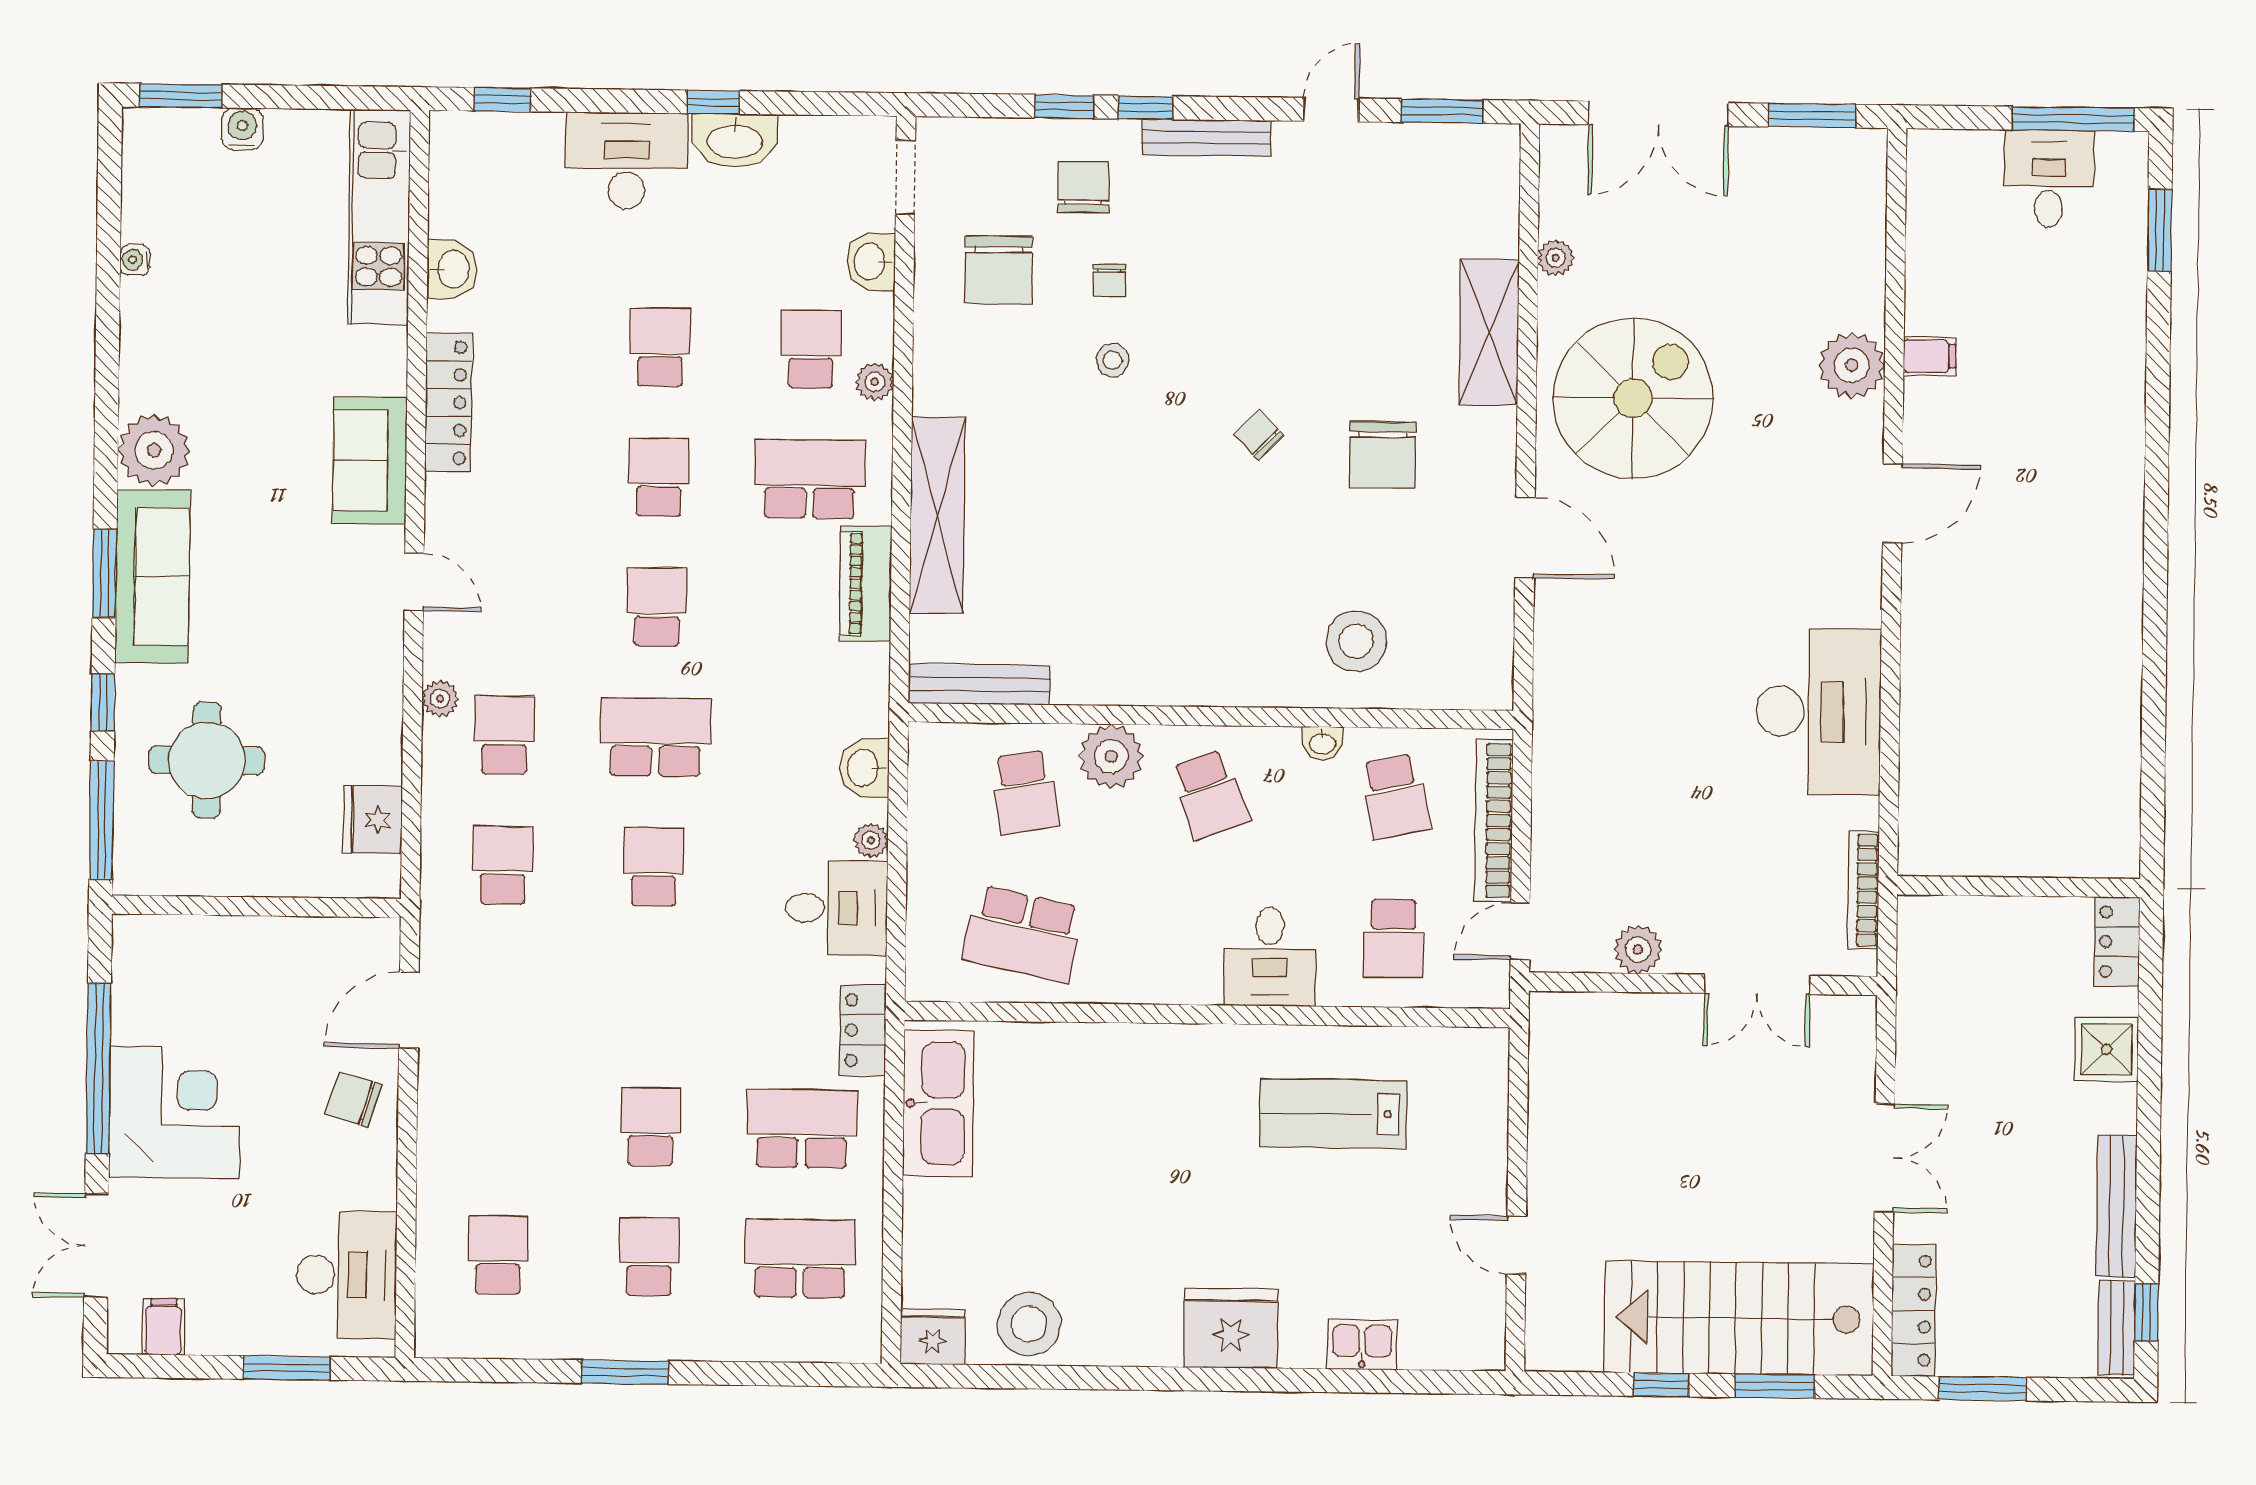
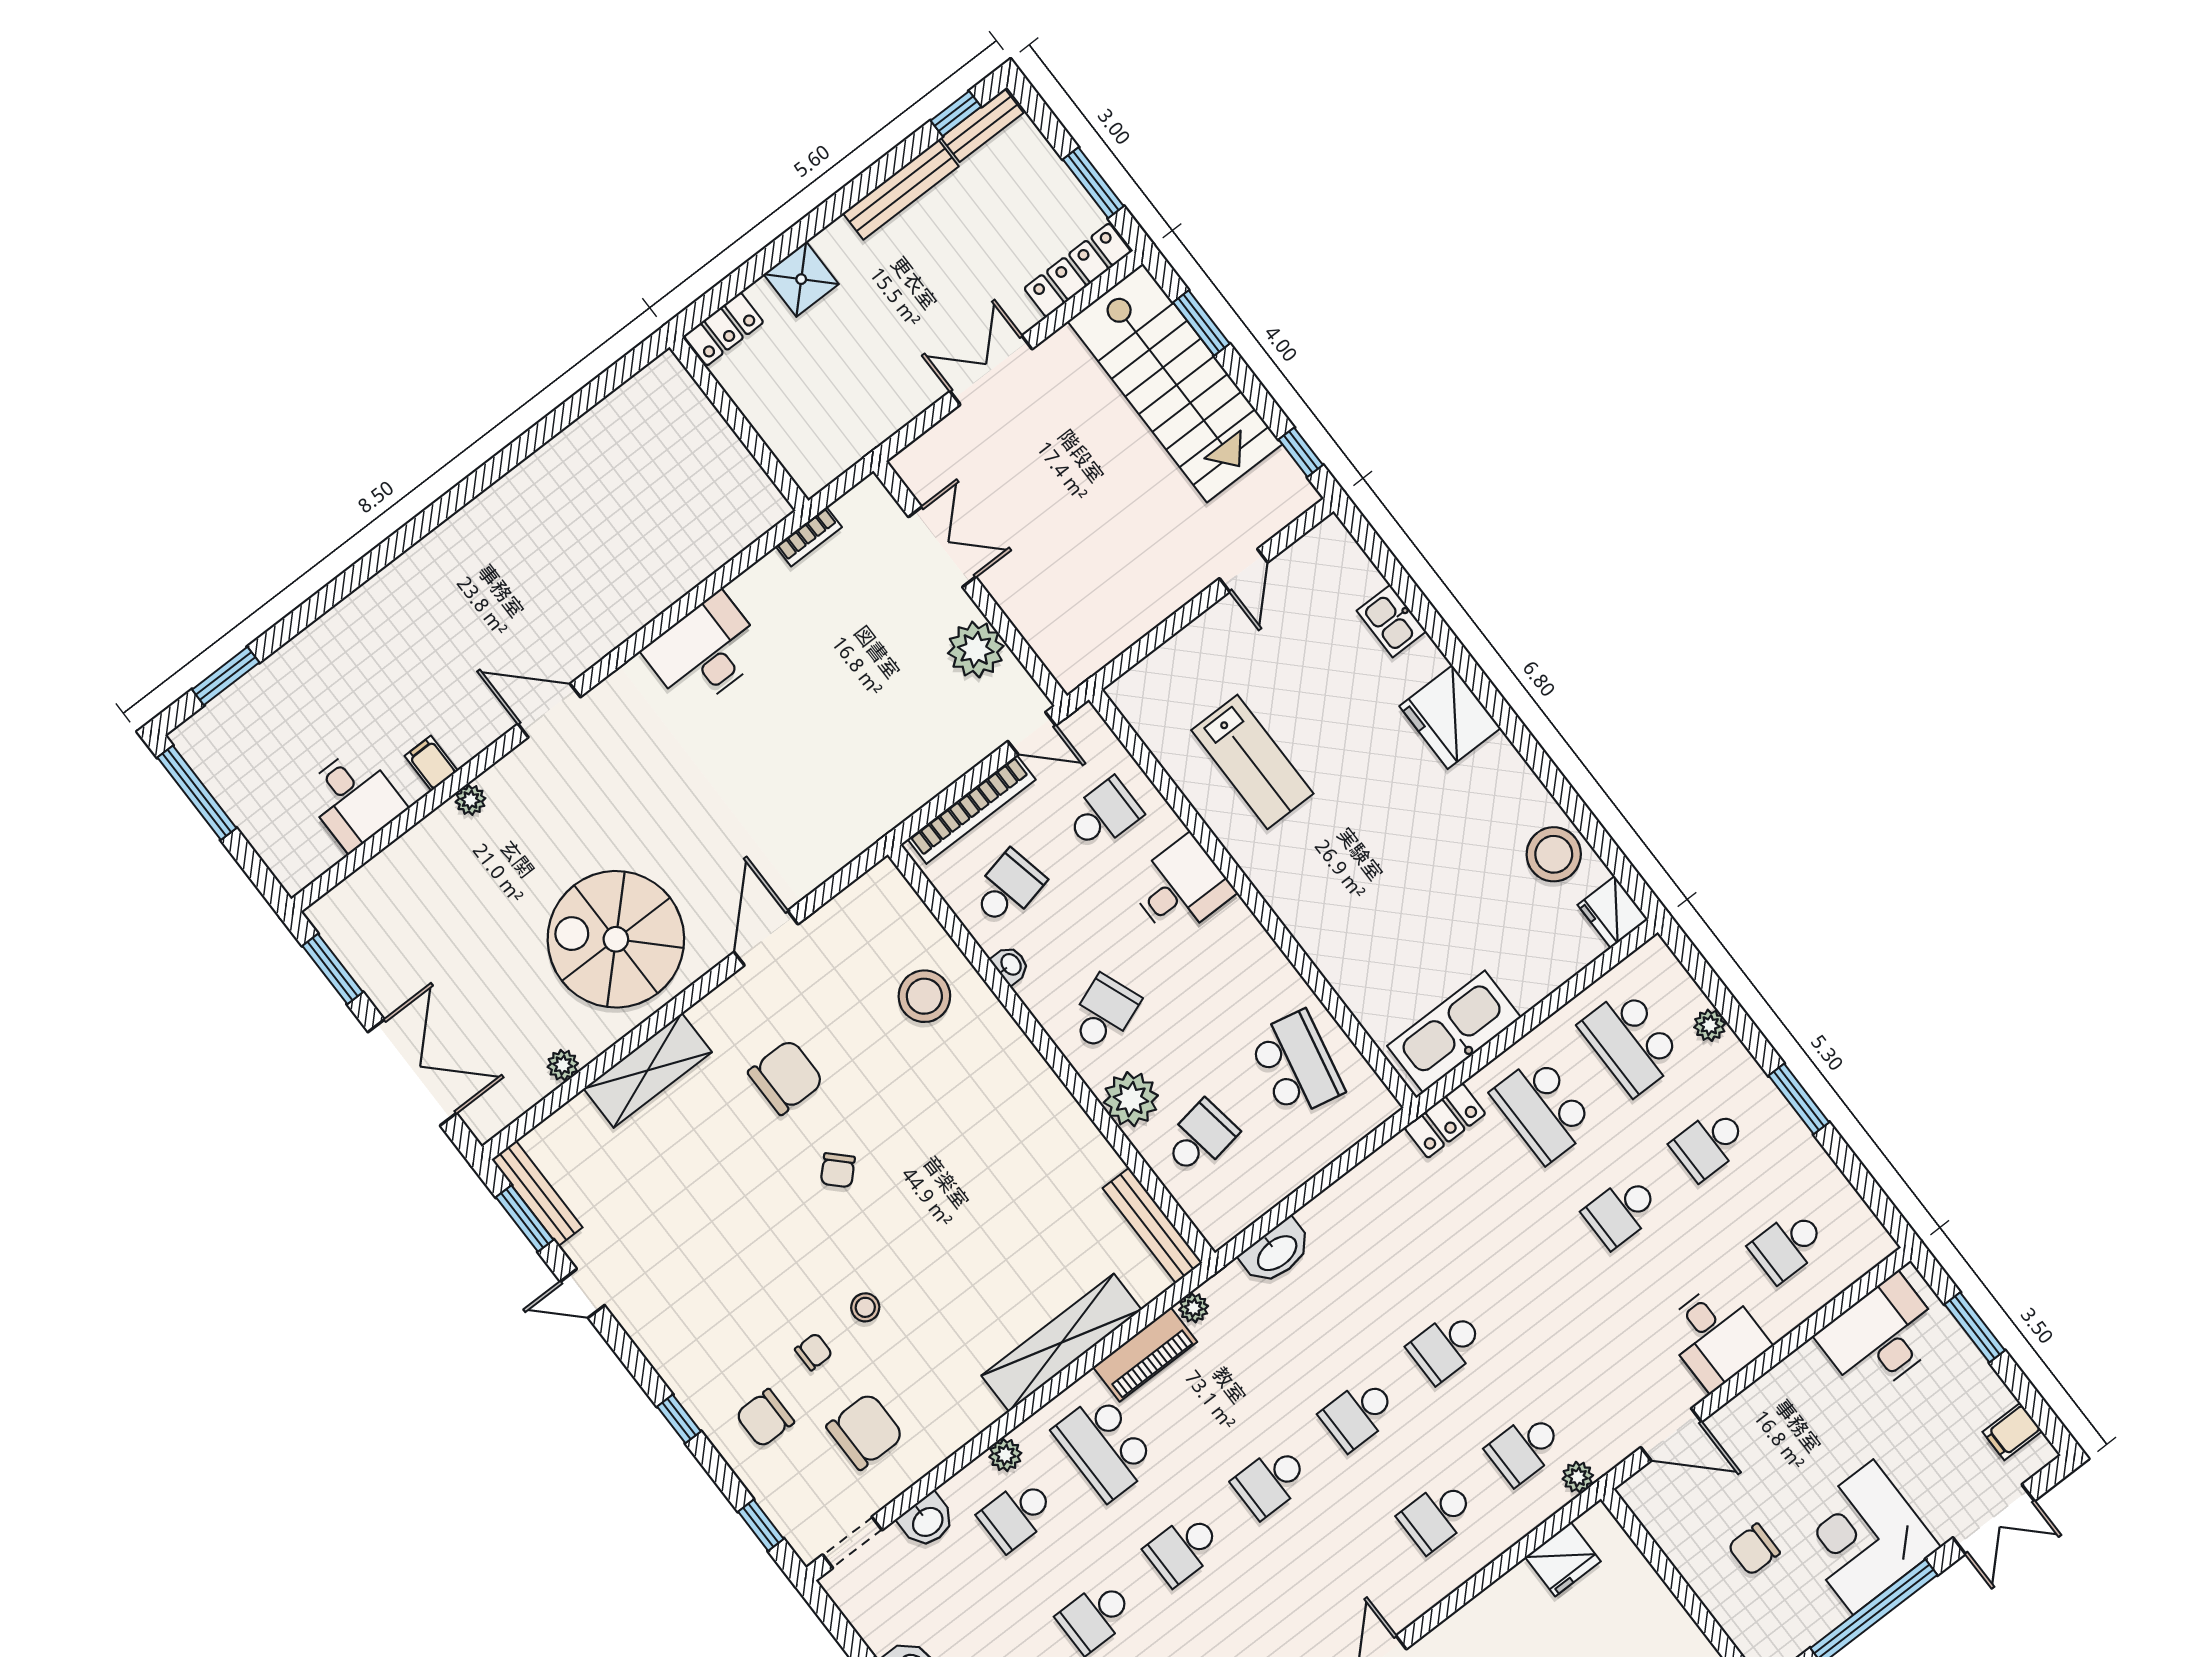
window: (1064, 106) -> (761, 1525), moved
bench: (1206, 138) -> (537, 1193), moved
desk: (2049, 178) -> (354, 799), moved, turned -90
plant: (1852, 365) -> (470, 800), width x0.53, depth x0.53
plant: (440, 699) -> (1578, 1477), moved
desk: (1819, 712) -> (705, 652), width x0.73, depth x0.77
school desk: (655, 737) -> (1358, 1414), width x0.54
washbasin: (864, 768) -> (1276, 1252), width x1.38
plant: (871, 840) -> (1194, 1308), moved
bookcase: (1863, 890) -> (809, 537), width x0.64
desk: (836, 908) -> (1715, 1336), moved, turned 180
plant: (1638, 949) -> (976, 650), width x1.36, depth x1.36
chair: (354, 1099) -> (1754, 1549), moved, turned 73
plant: (758, 1344) -> (1710, 1025), added
window: (1661, 1385) -> (1301, 452), moved

